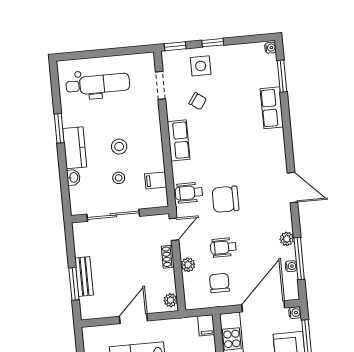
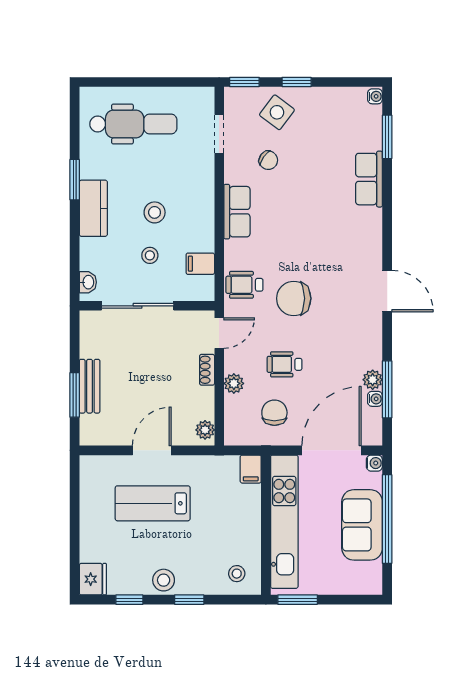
side table: (201, 66) -> (277, 112), turned 37
washbasin: (73, 177) -> (88, 282), moved
plant: (287, 239) -> (373, 380), moved

